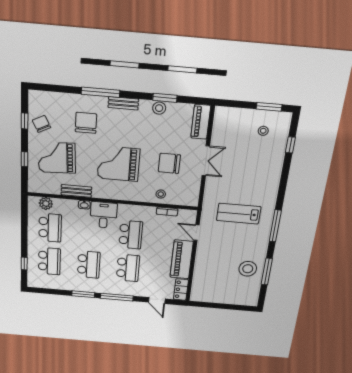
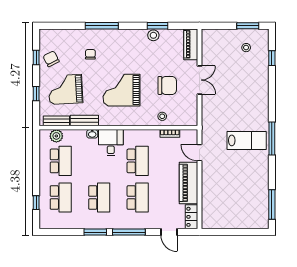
bench: (123, 103) -> (56, 121), moved
chair: (86, 123) -> (90, 54), width x0.54, depth x0.54
chair: (169, 163) -> (167, 85), turned 180
lab bench: (239, 214) -> (247, 140), moved, turned 180
stool: (248, 269) -> (253, 187), removed
window: (267, 271) -> (272, 205), moved

